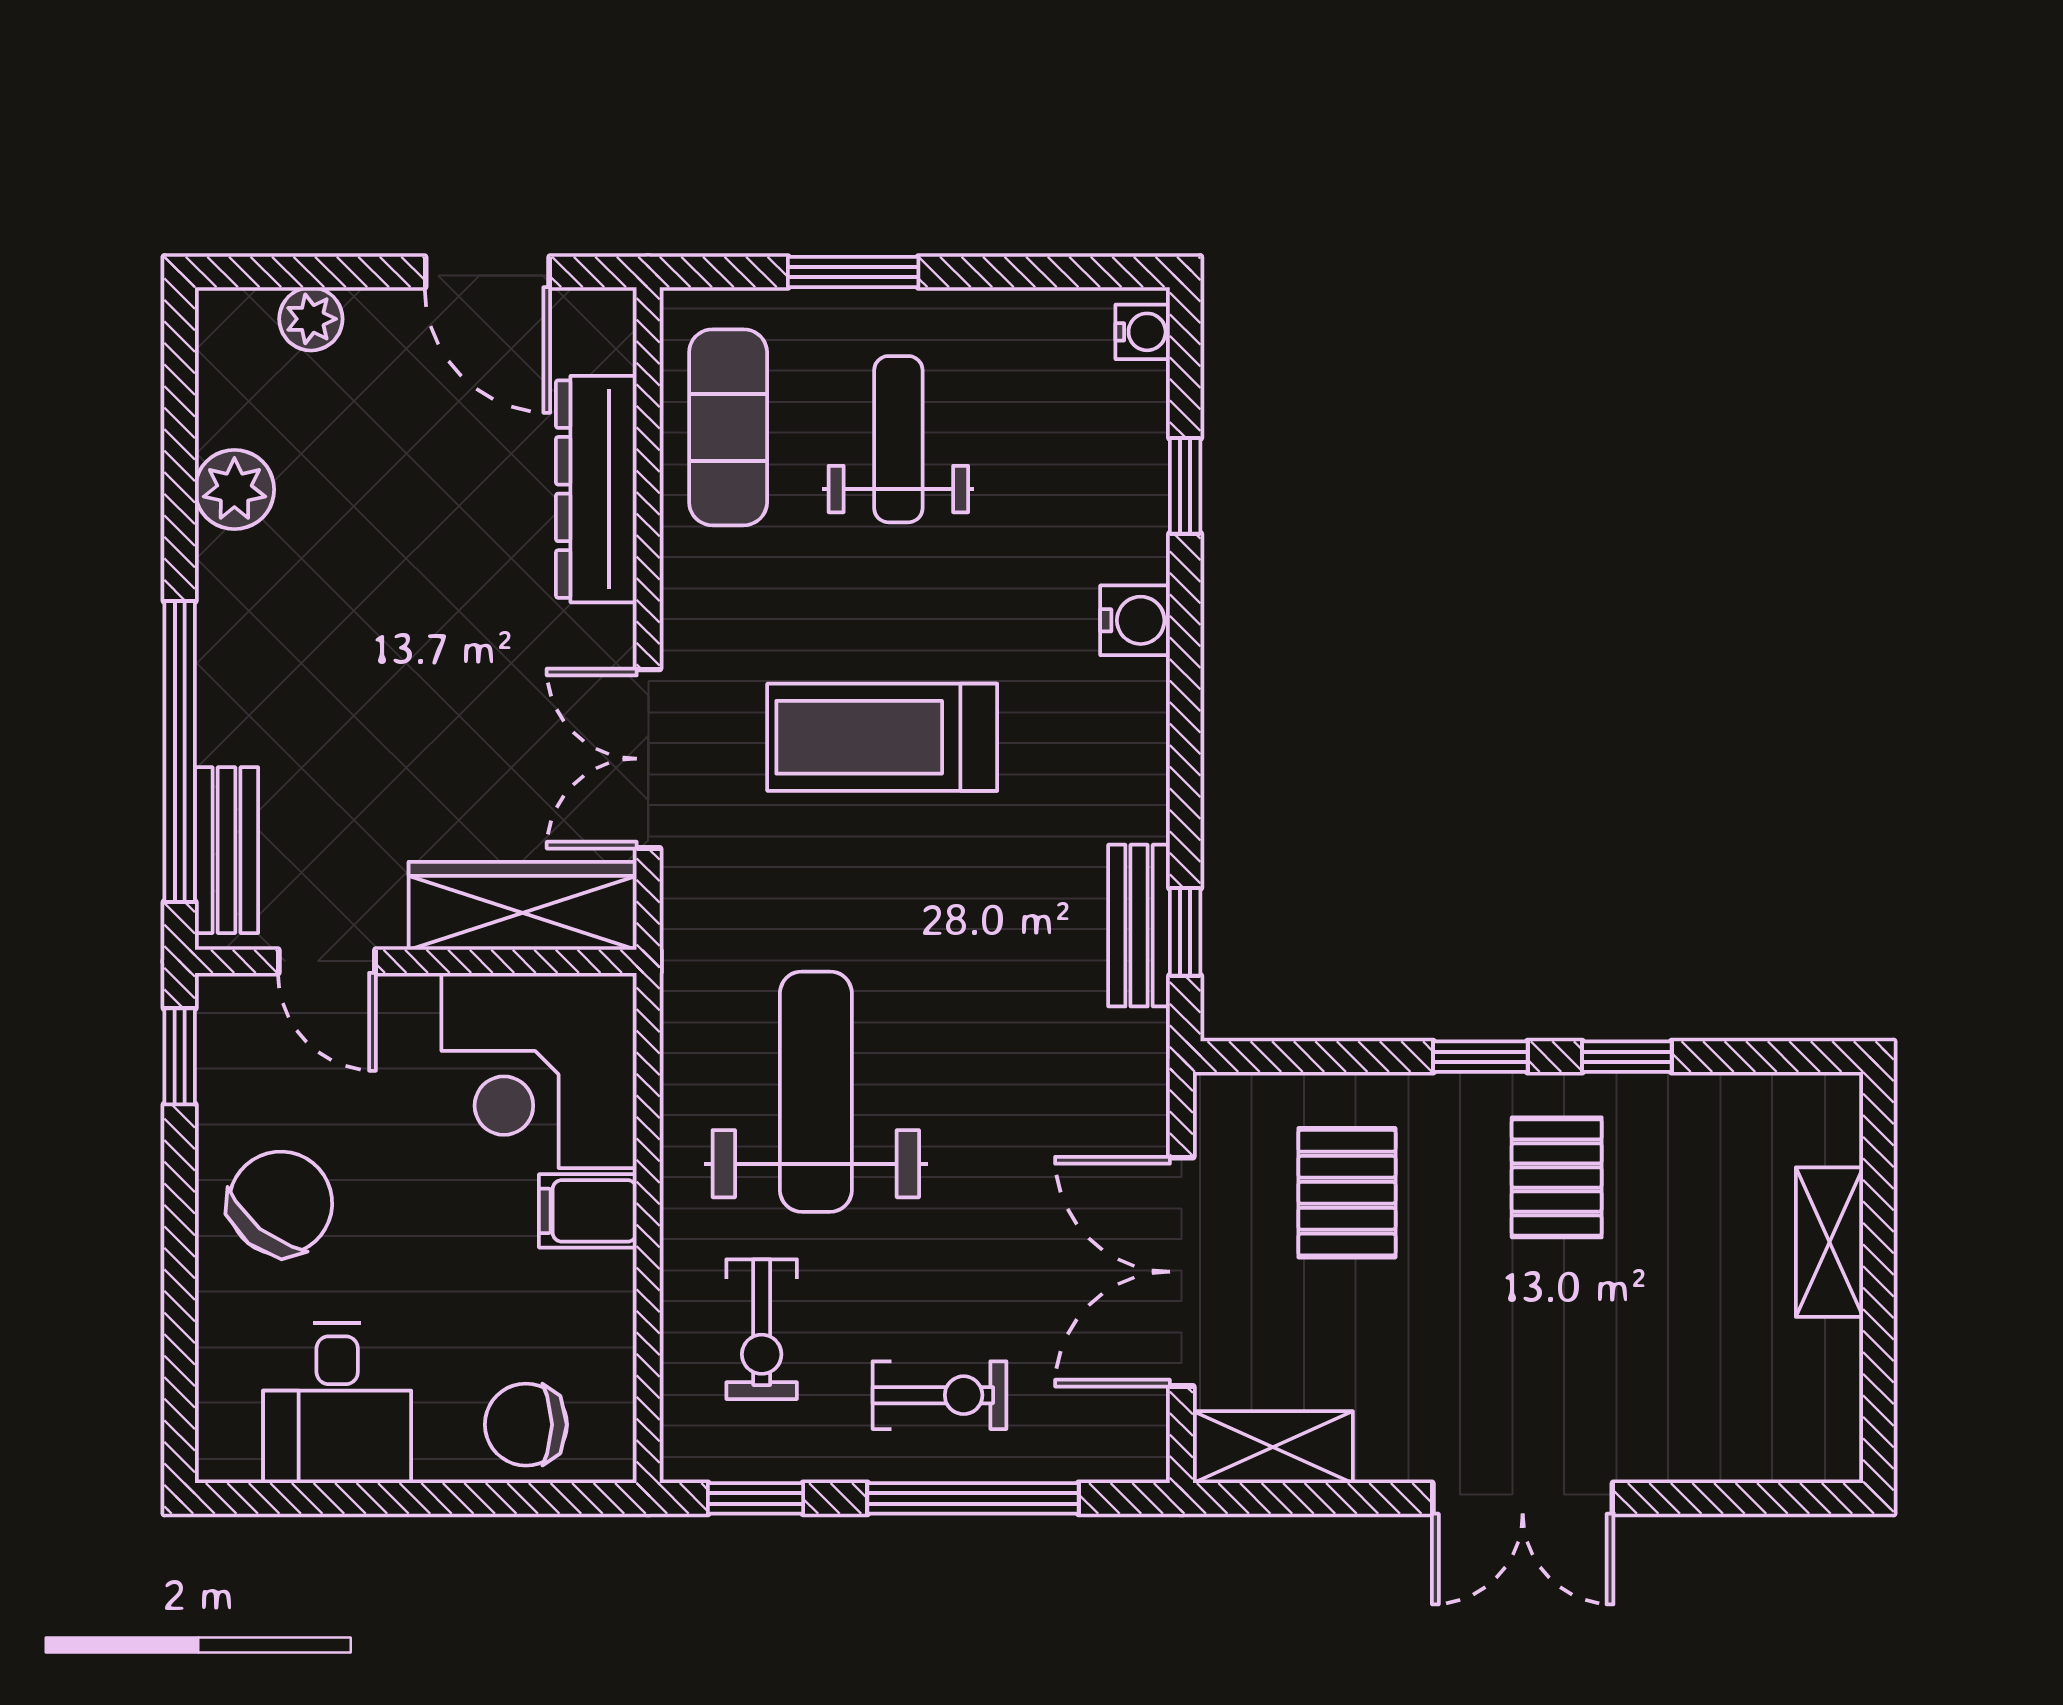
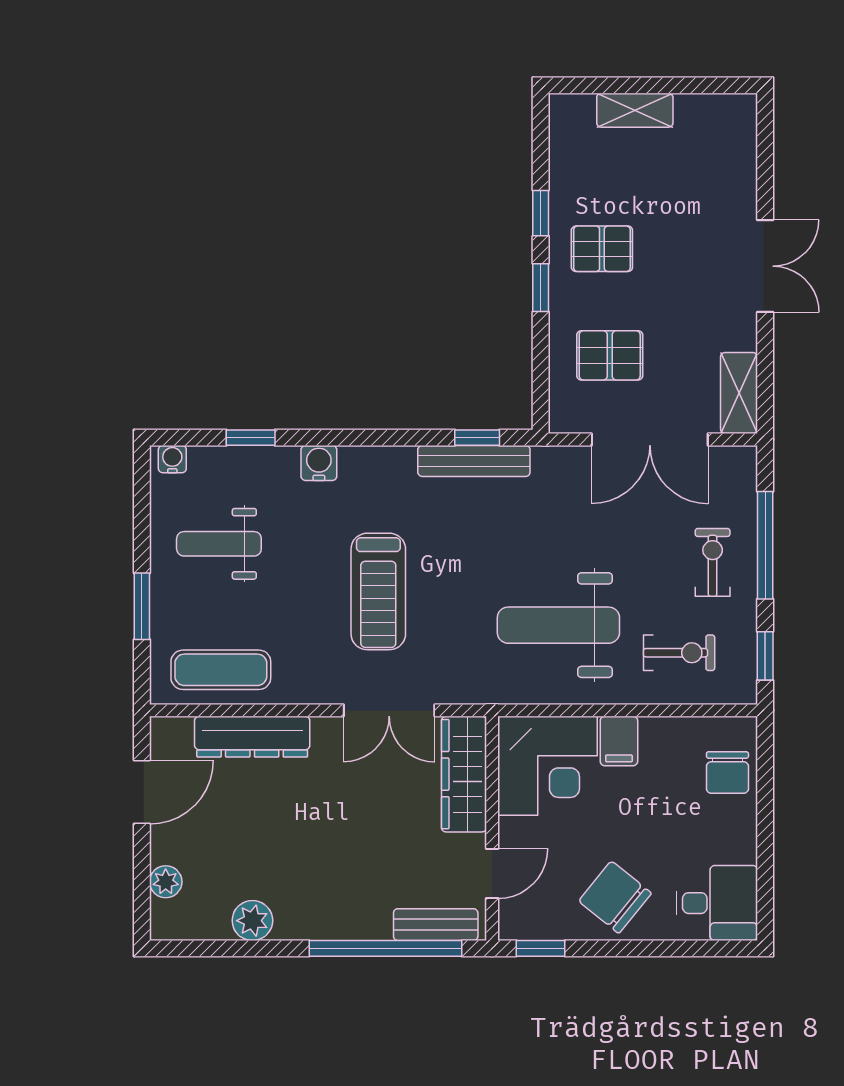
weight bench: (898, 439) -> (219, 544), moved
bench: (1139, 926) -> (474, 461), width x1.36
desk: (337, 1403) -> (717, 903), moved

